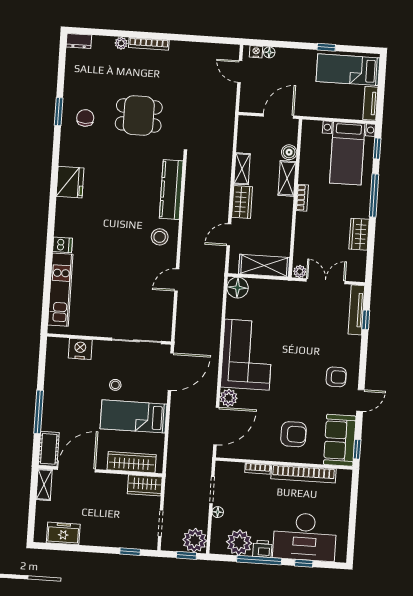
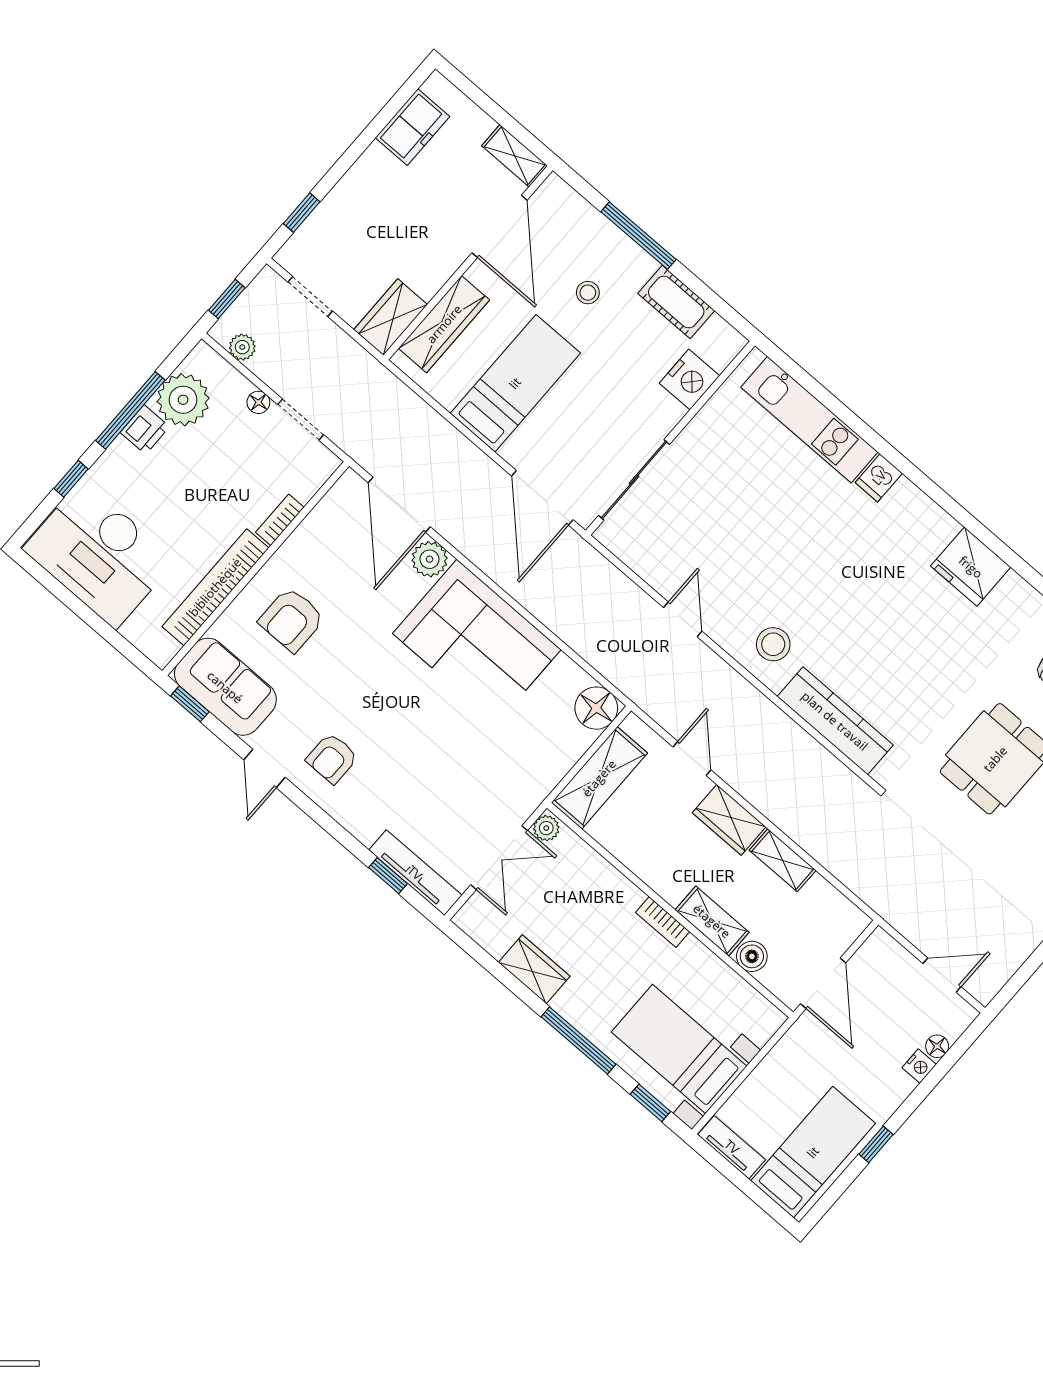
nightstand: (256, 52) -> (919, 1066), moved
stool: (115, 385) -> (588, 293), moved
cot: (49, 449) -> (676, 302), moved
desk: (305, 537) -> (99, 554), moved, turned -90
plant: (195, 540) -> (242, 347), width x0.53, depth x0.53

